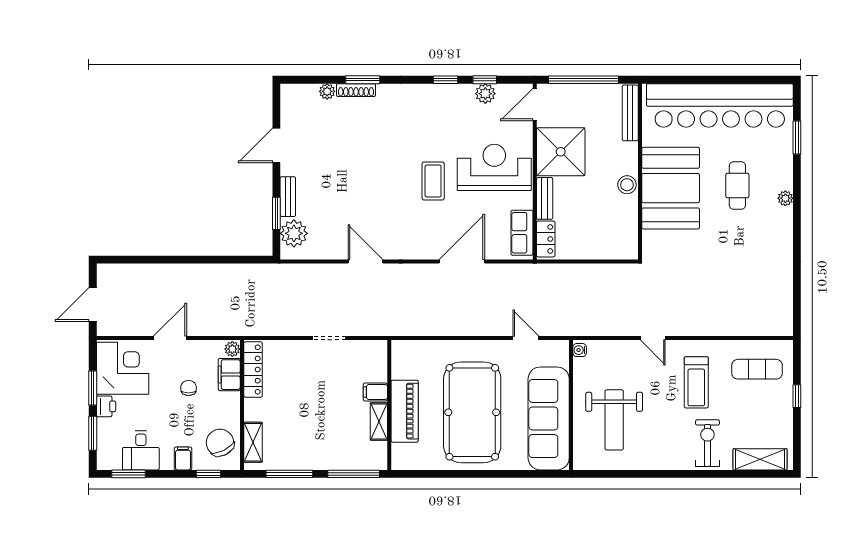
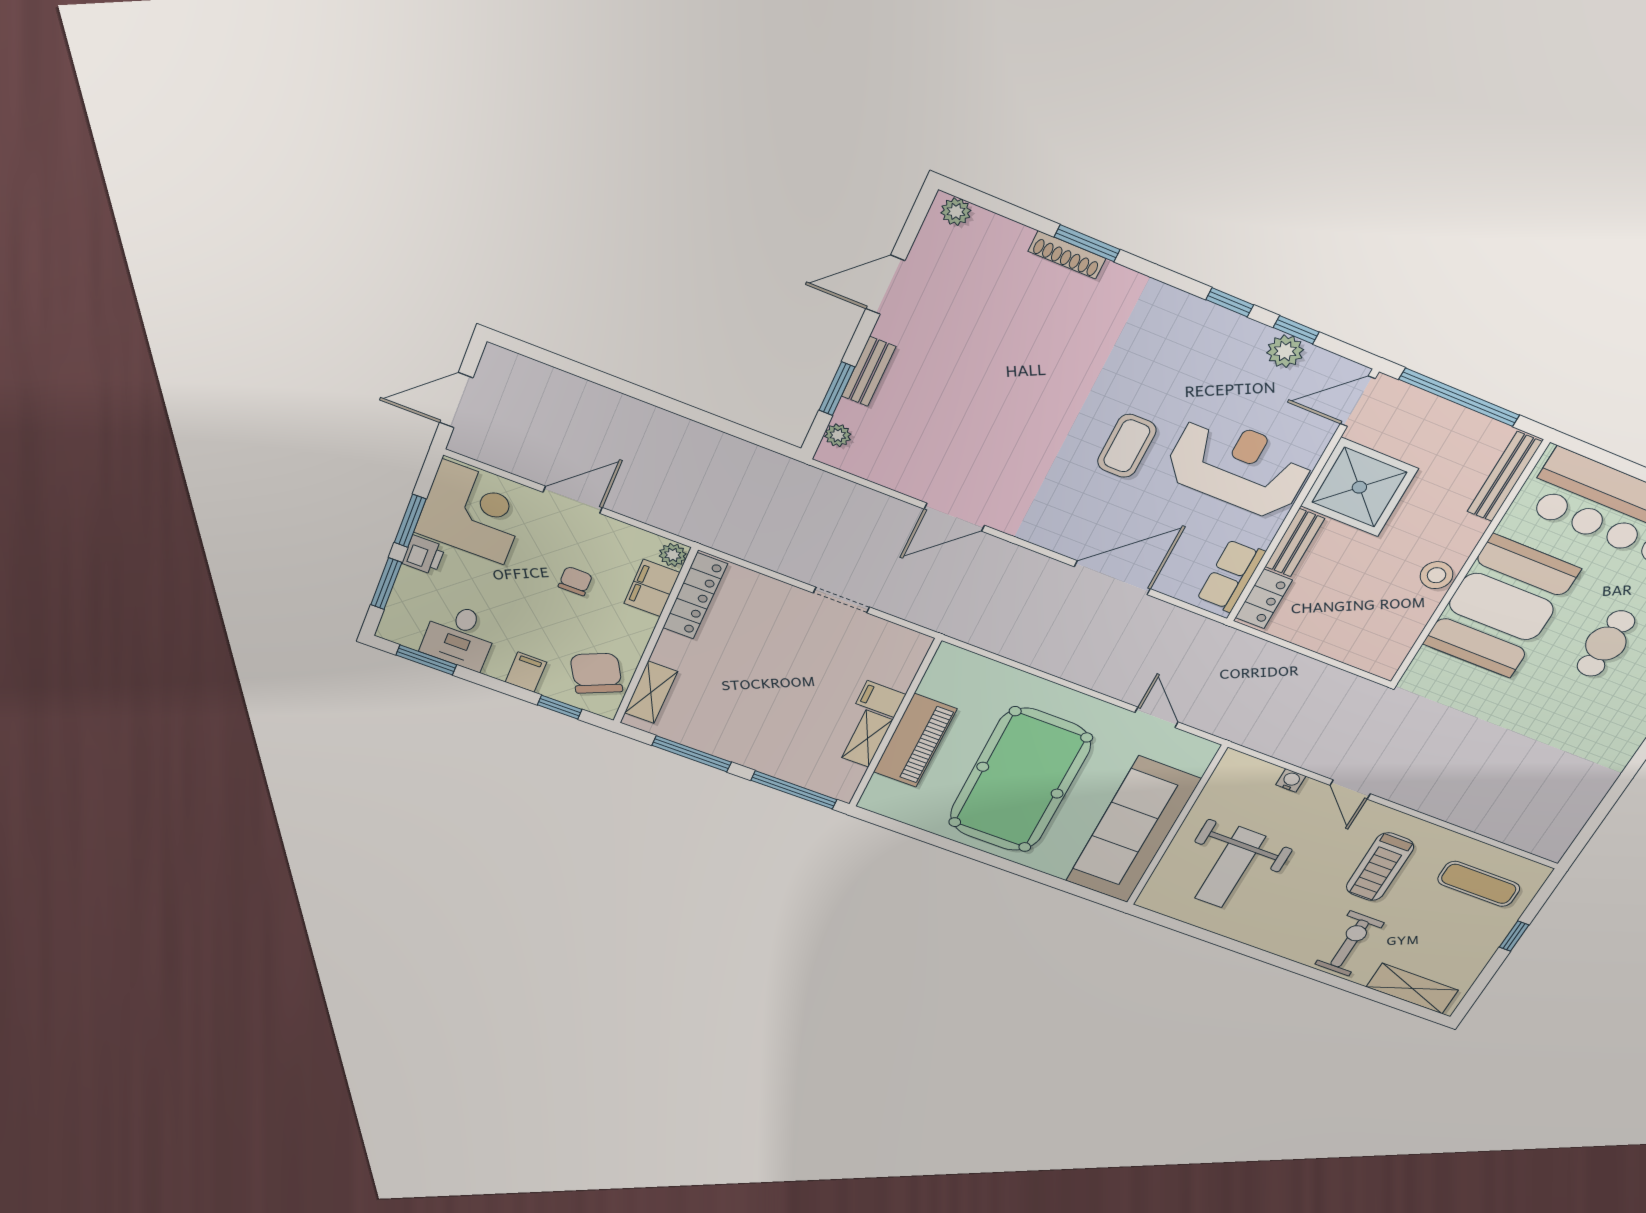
plant: (327, 91) -> (956, 212), moved
plant: (294, 233) -> (838, 435), width x0.53, depth x0.53
door: (366, 261) -> (954, 517), swing flipped
water cooler: (580, 350) -> (1291, 780), moved, turned 90

